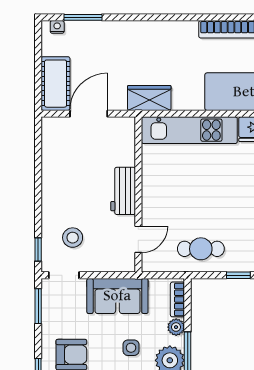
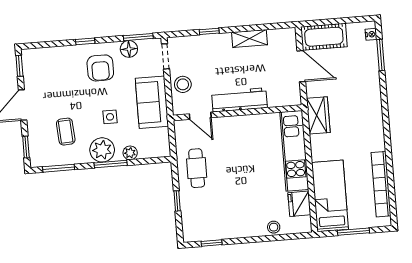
shelving: (51, 173) -> (249, 39), added
workbench: (123, 191) -> (239, 100), width x1.37
stool: (73, 238) -> (183, 84), moved
window: (38, 250) -> (209, 31), moved
bookcase: (177, 299) -> (153, 152), removed
floor lamp: (51, 318) -> (129, 49), added

